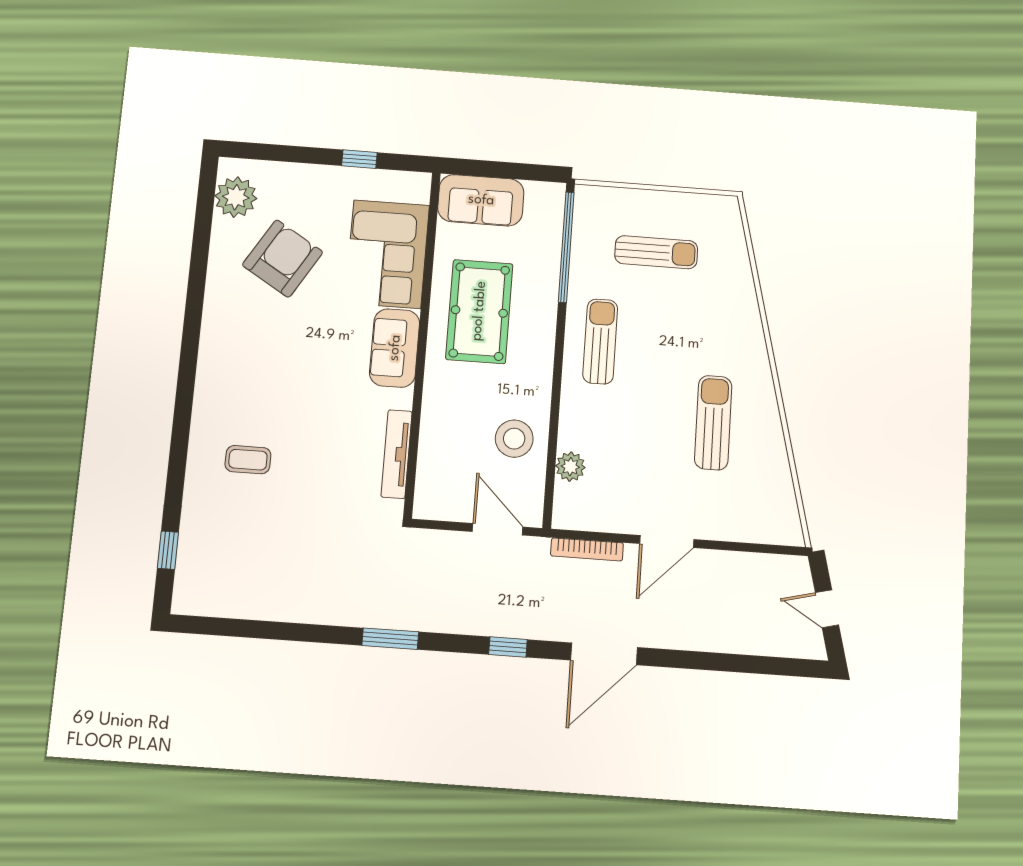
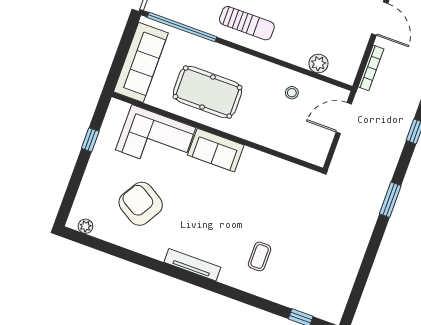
plant: (236, 197) -> (85, 226), width x0.53, depth x0.53
sofa: (481, 200) -> (141, 62), width x1.36
sun lounger: (600, 341) -> (247, 23), turned 180
stool: (514, 439) -> (292, 93), width x0.53, depth x0.53
tv unit: (397, 454) -> (192, 265), moved, turned 180

